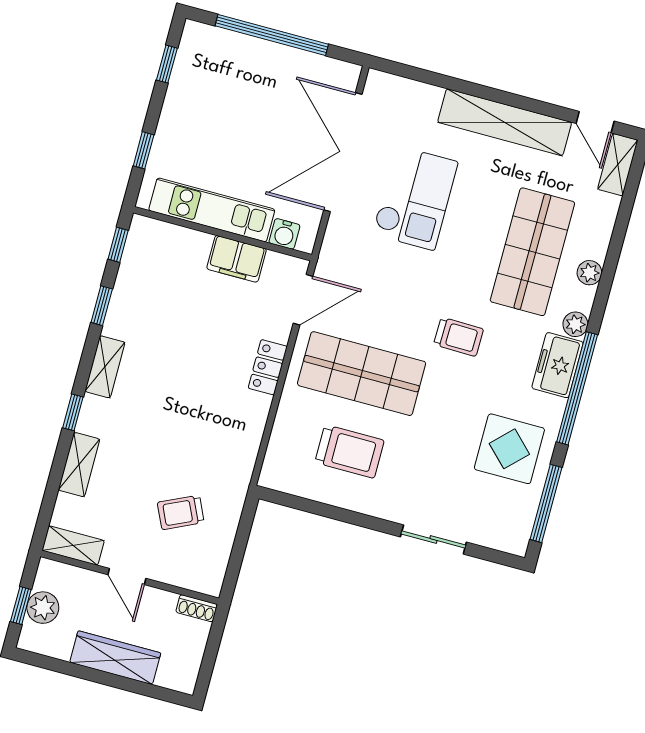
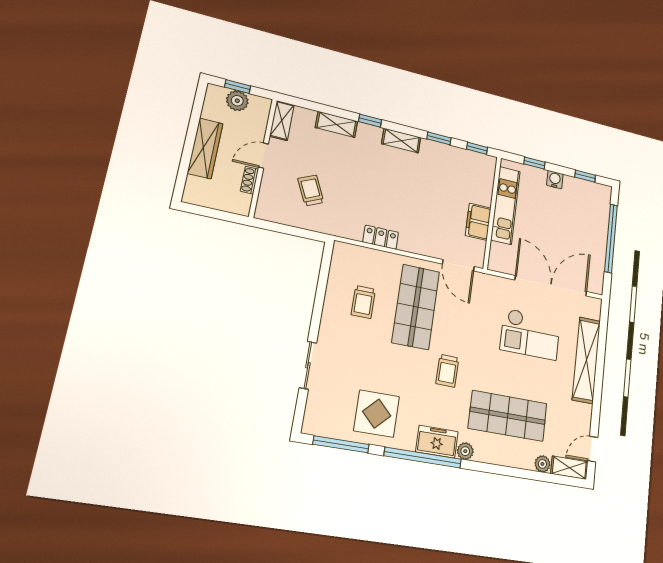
shelving: (505, 122) -> (586, 360), moved
water cooler: (284, 234) -> (555, 180), moved, turned 90
plant: (589, 273) -> (542, 464), moved
locker: (268, 367) -> (381, 237), moved
trolley: (349, 451) -> (363, 302), width x0.73, depth x0.72
shoe rack: (197, 608) -> (249, 180), moved

